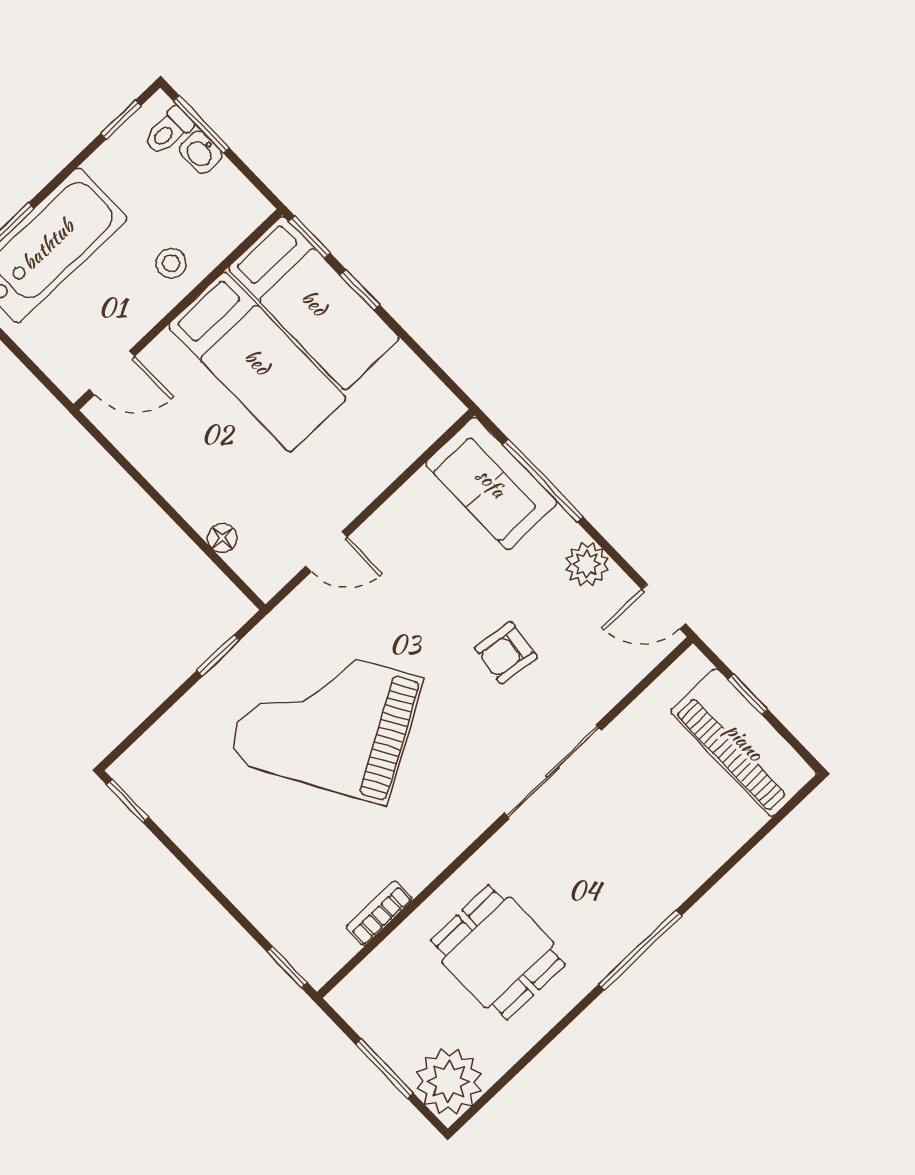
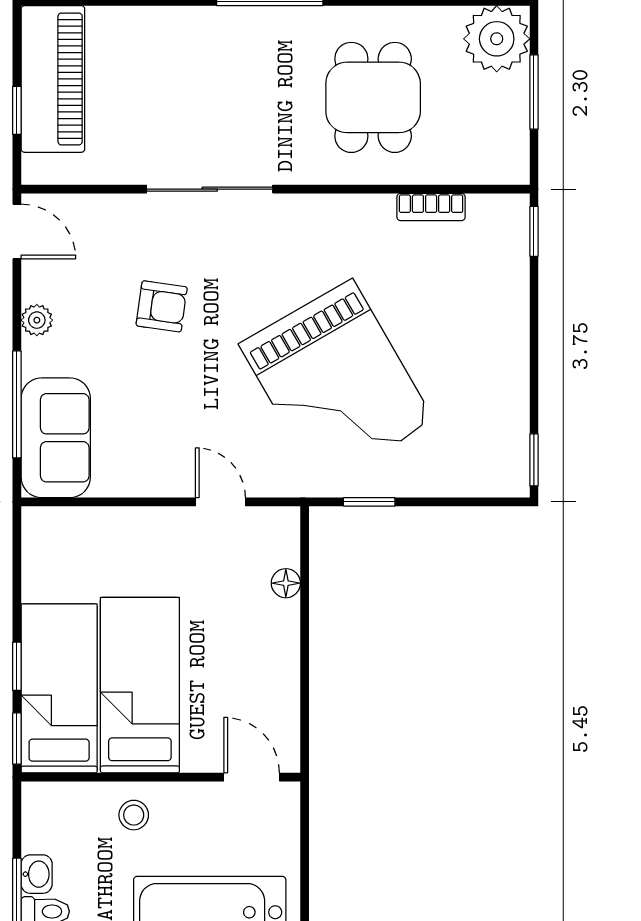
plant: (587, 564) -> (37, 320), width x0.73, depth x0.73

